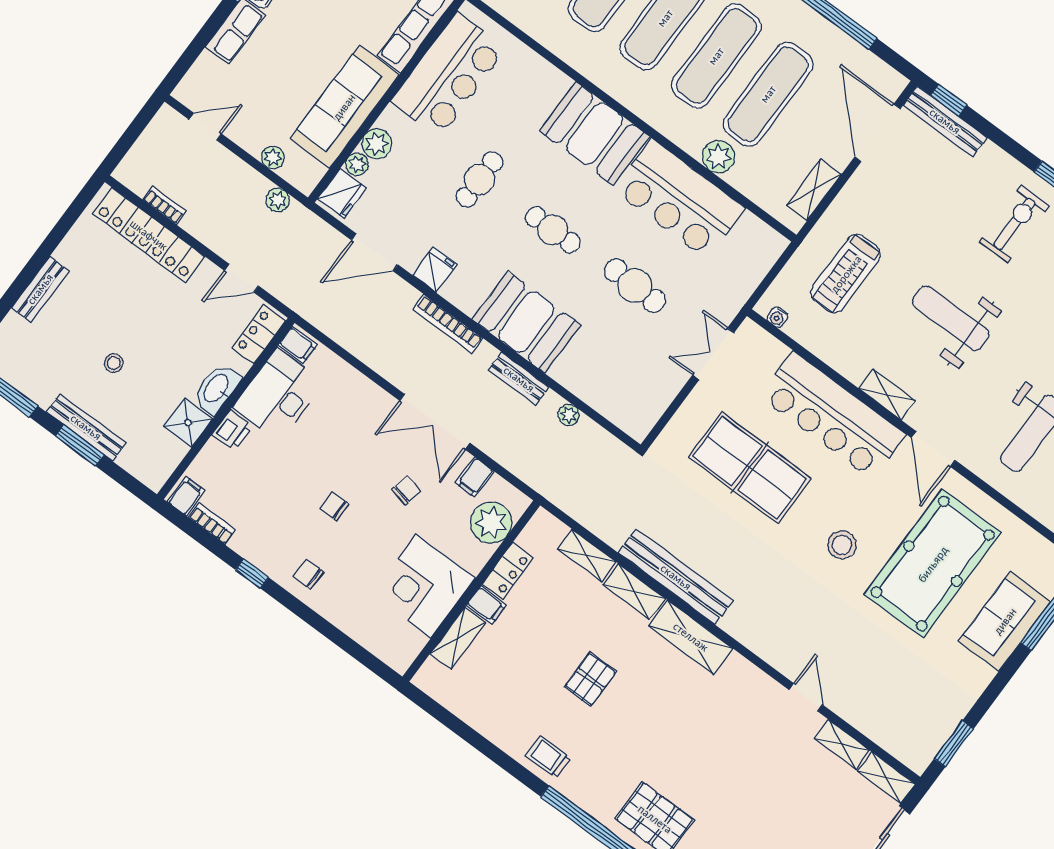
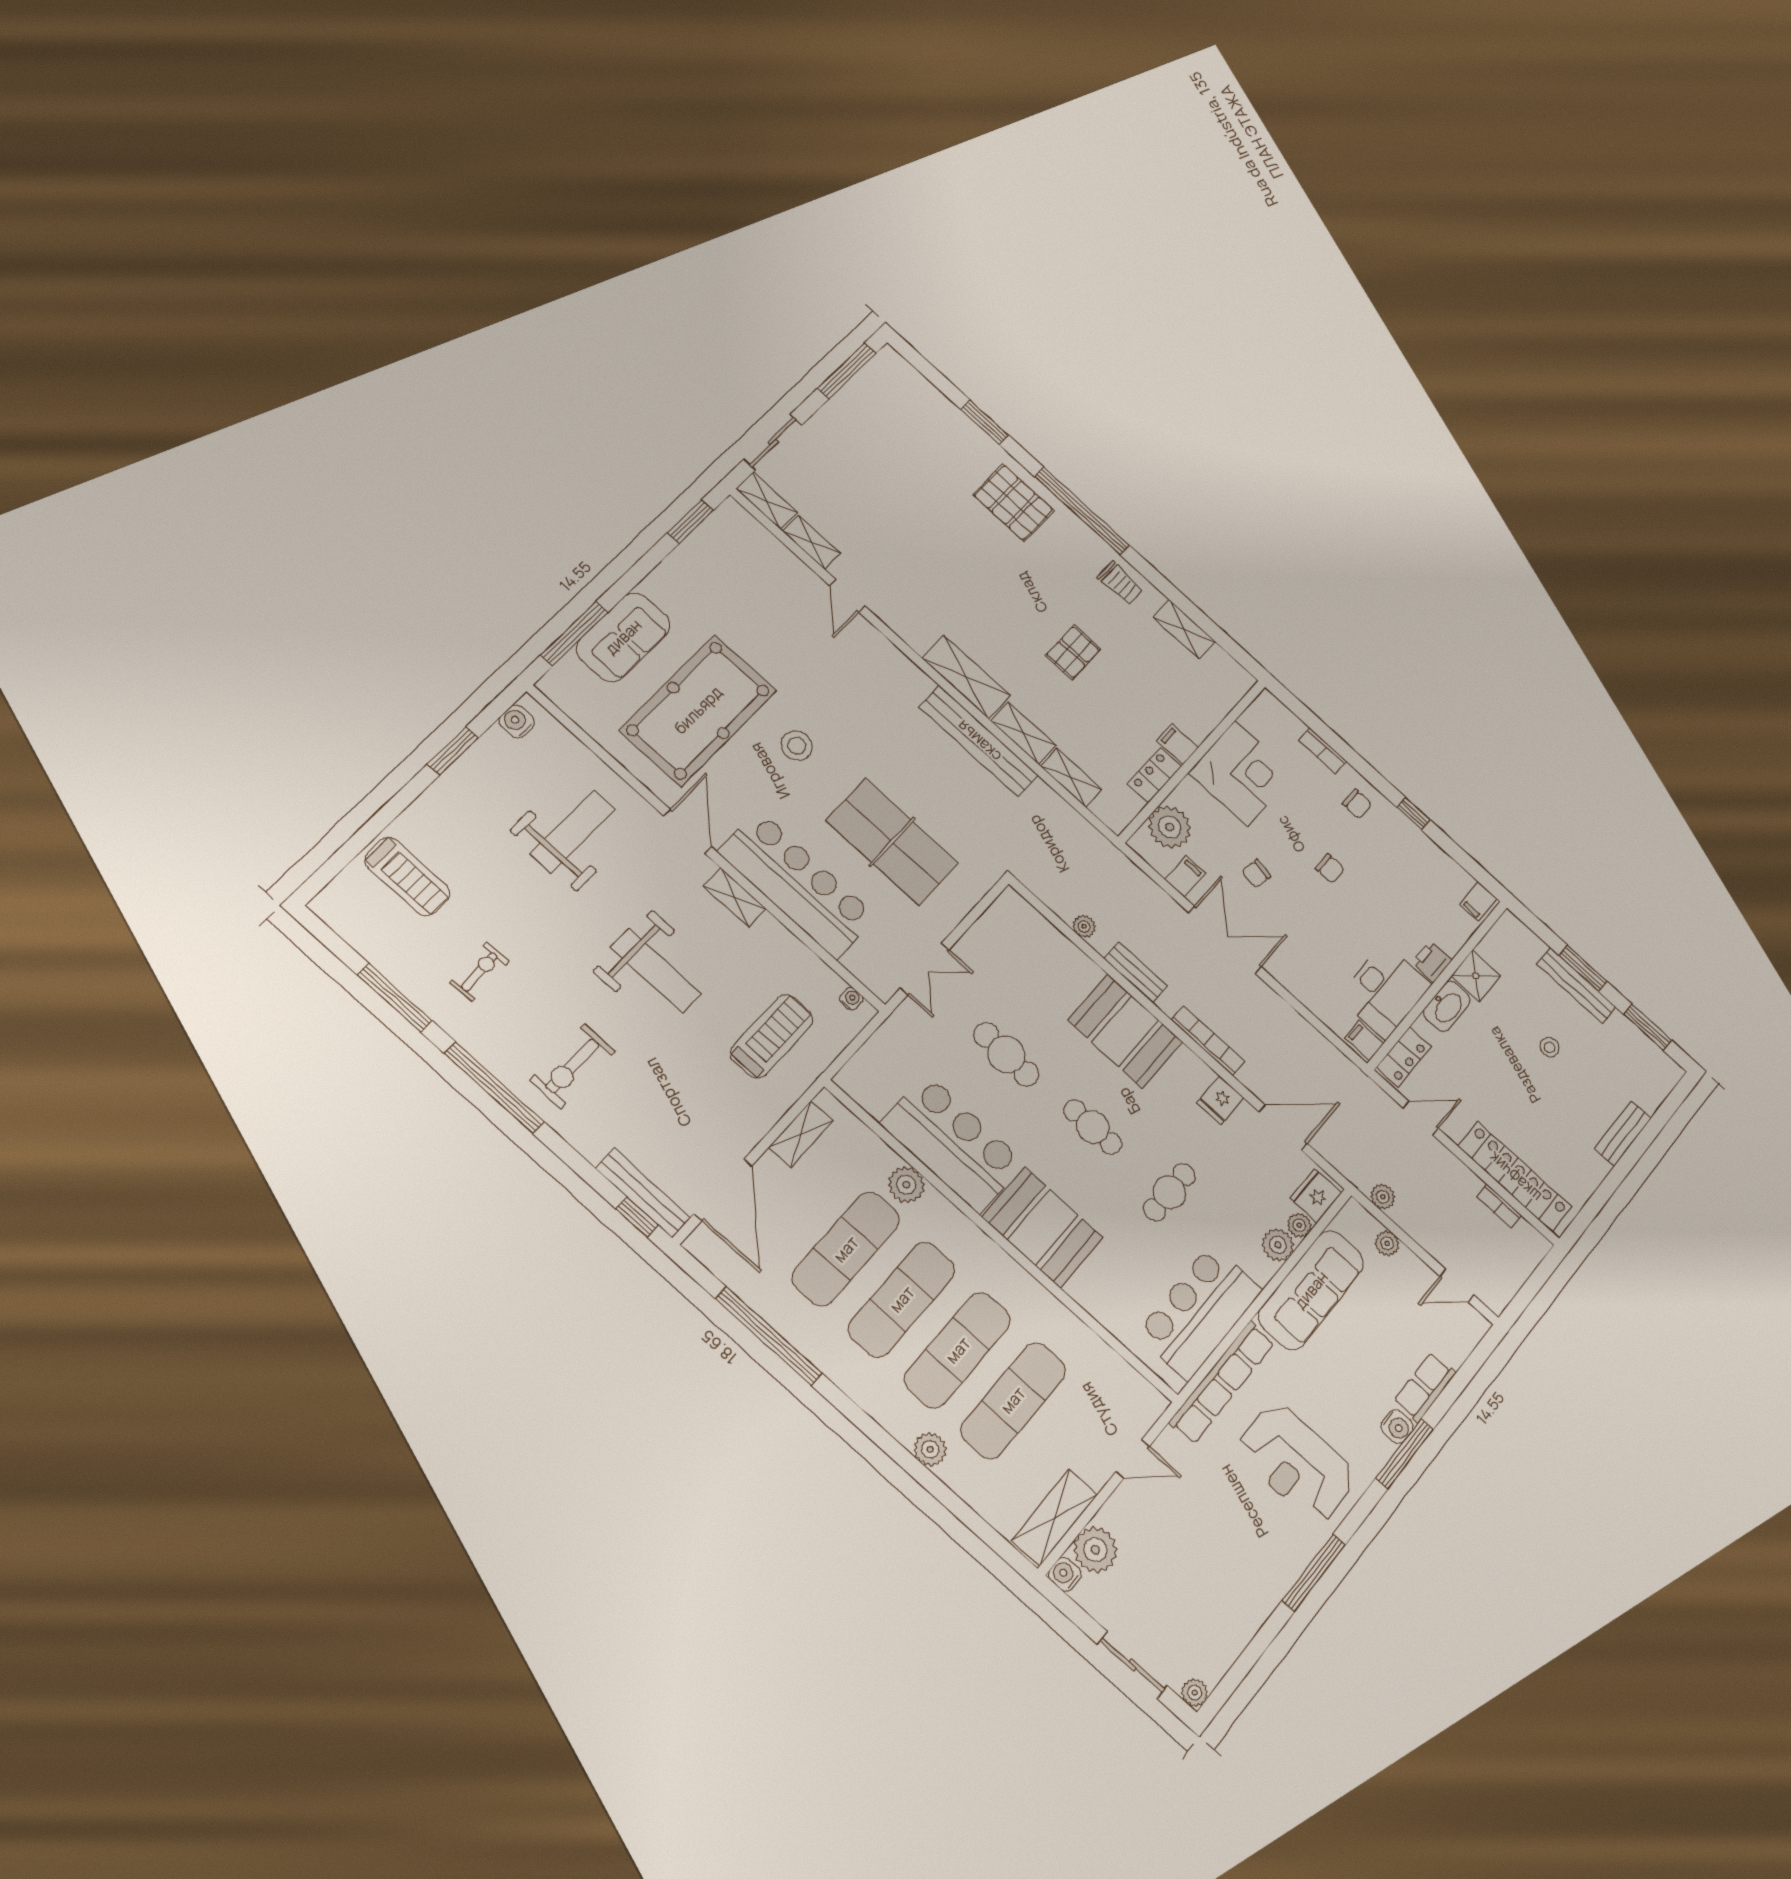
bookcase: (212, 524) -> (1322, 751), moved
shelving: (458, 638) -> (1184, 629), moved, turned 90

